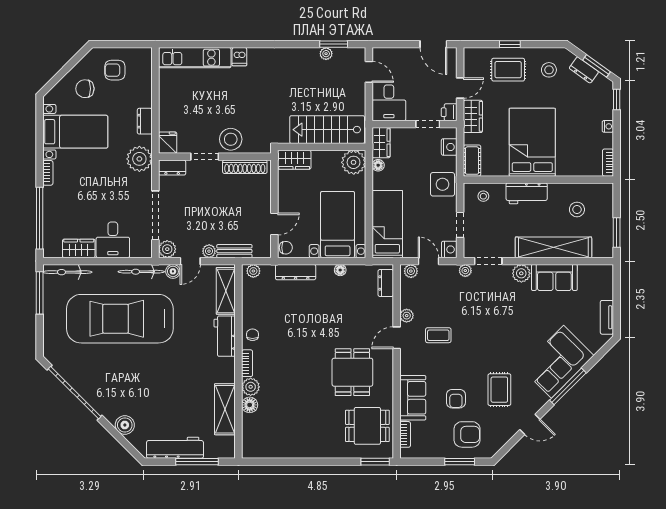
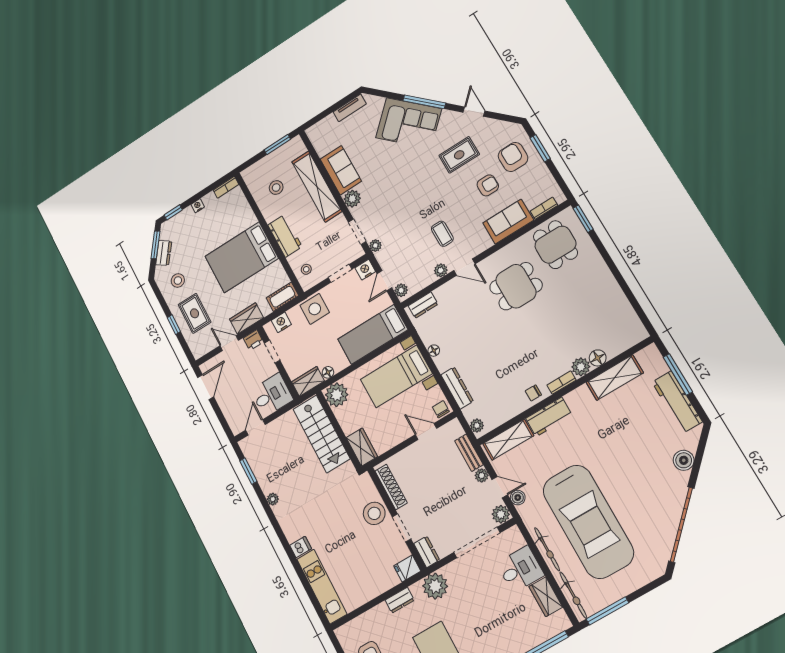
plant: (326, 54) -> (273, 499), moved
bicycle: (141, 272) -> (547, 549), moved

